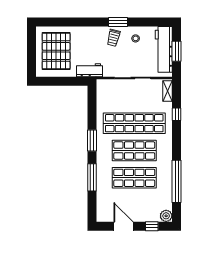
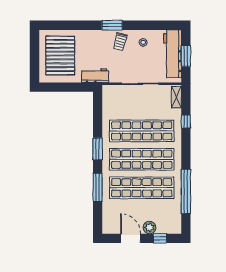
window: (118, 22) -> (112, 25), moved
shop shelf: (134, 150) -> (142, 159), width x1.40
shop shelf: (134, 178) -> (142, 188), width x1.40
plant: (166, 216) -> (150, 227), moved

